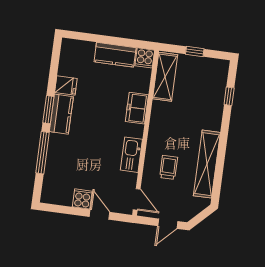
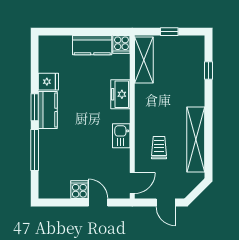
kitchen sink: (131, 155) -> (121, 136), width x0.73
door: (137, 199) -> (132, 183), hinge flipped
door: (168, 224) -> (166, 203), hinge flipped

